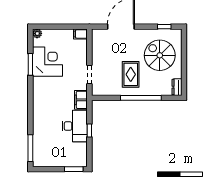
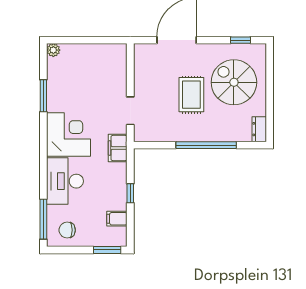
filing cabinet: (80, 34) -> (117, 219), moved
corner desk: (48, 62) -> (68, 135), moved
rug: (131, 74) -> (191, 95), moved
desk: (75, 126) -> (65, 181), moved, turned 180
chair: (47, 156) -> (67, 230), added

